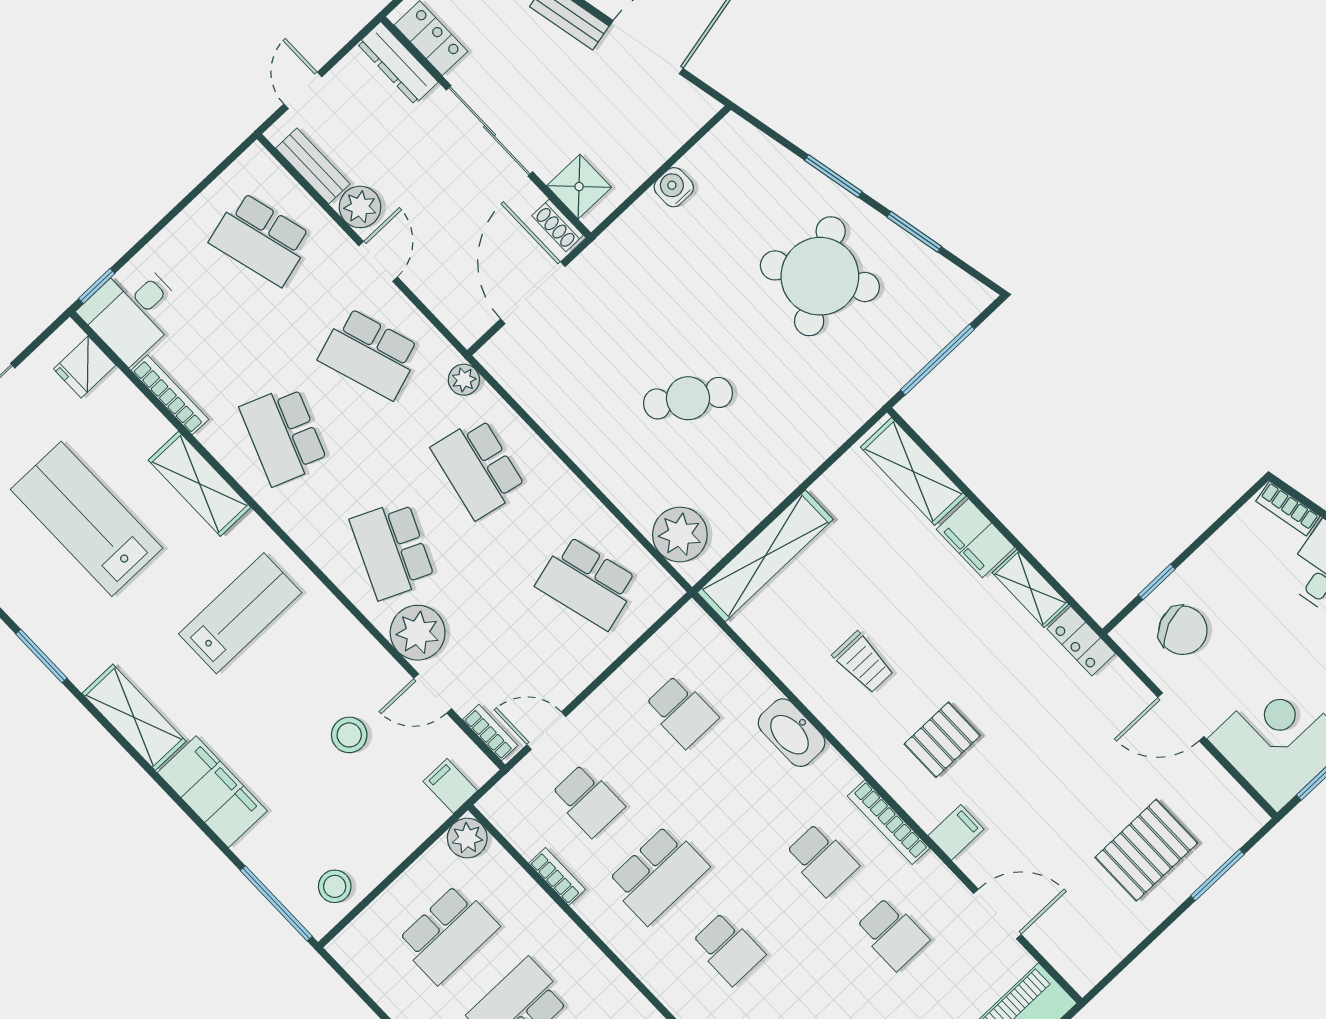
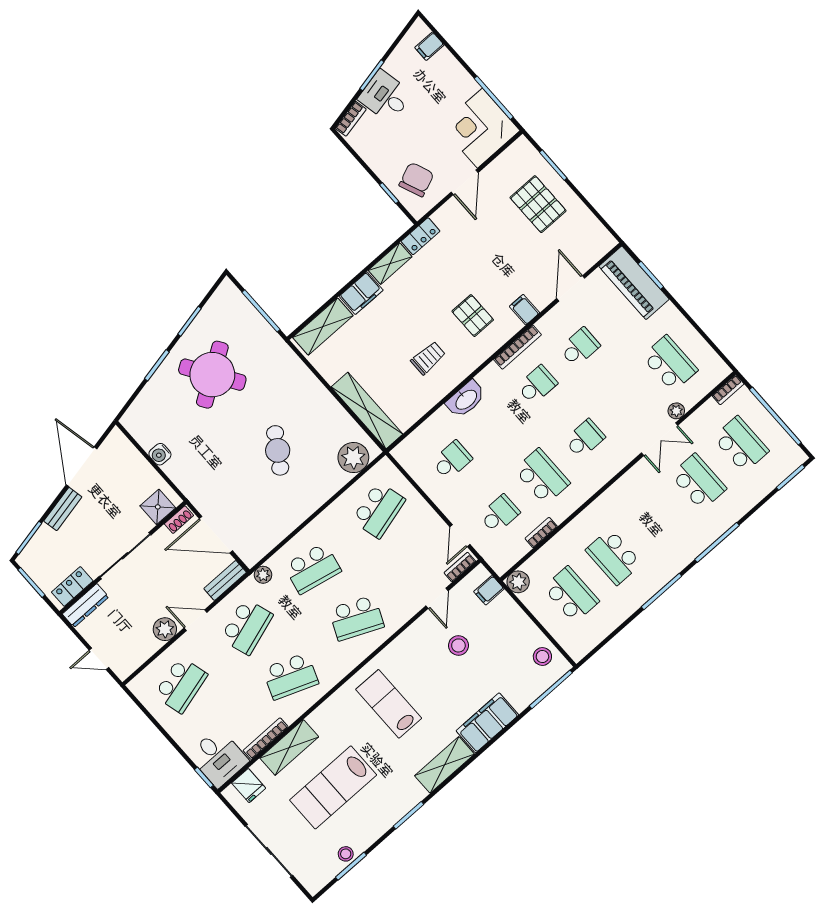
bench: (313, 166) -> (225, 580), moved
shelving: (200, 484) -> (289, 747), moved
plant: (418, 633) -> (403, 605), removed

